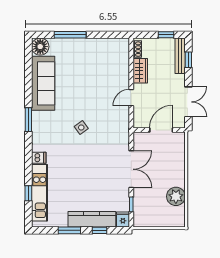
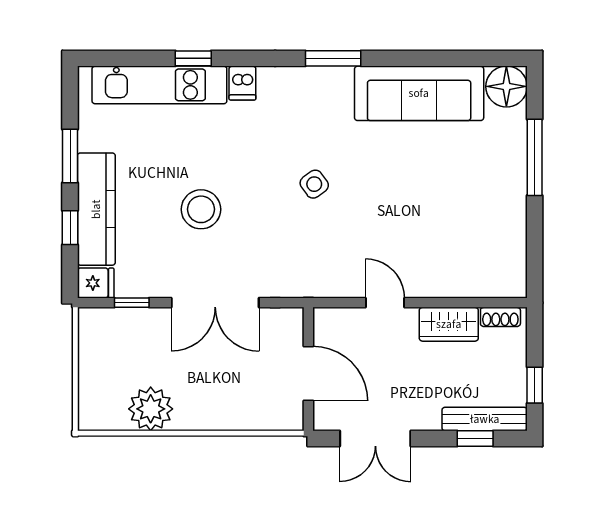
stool: (92, 175) -> (201, 209), added
window: (28, 193) -> (193, 58), moved

